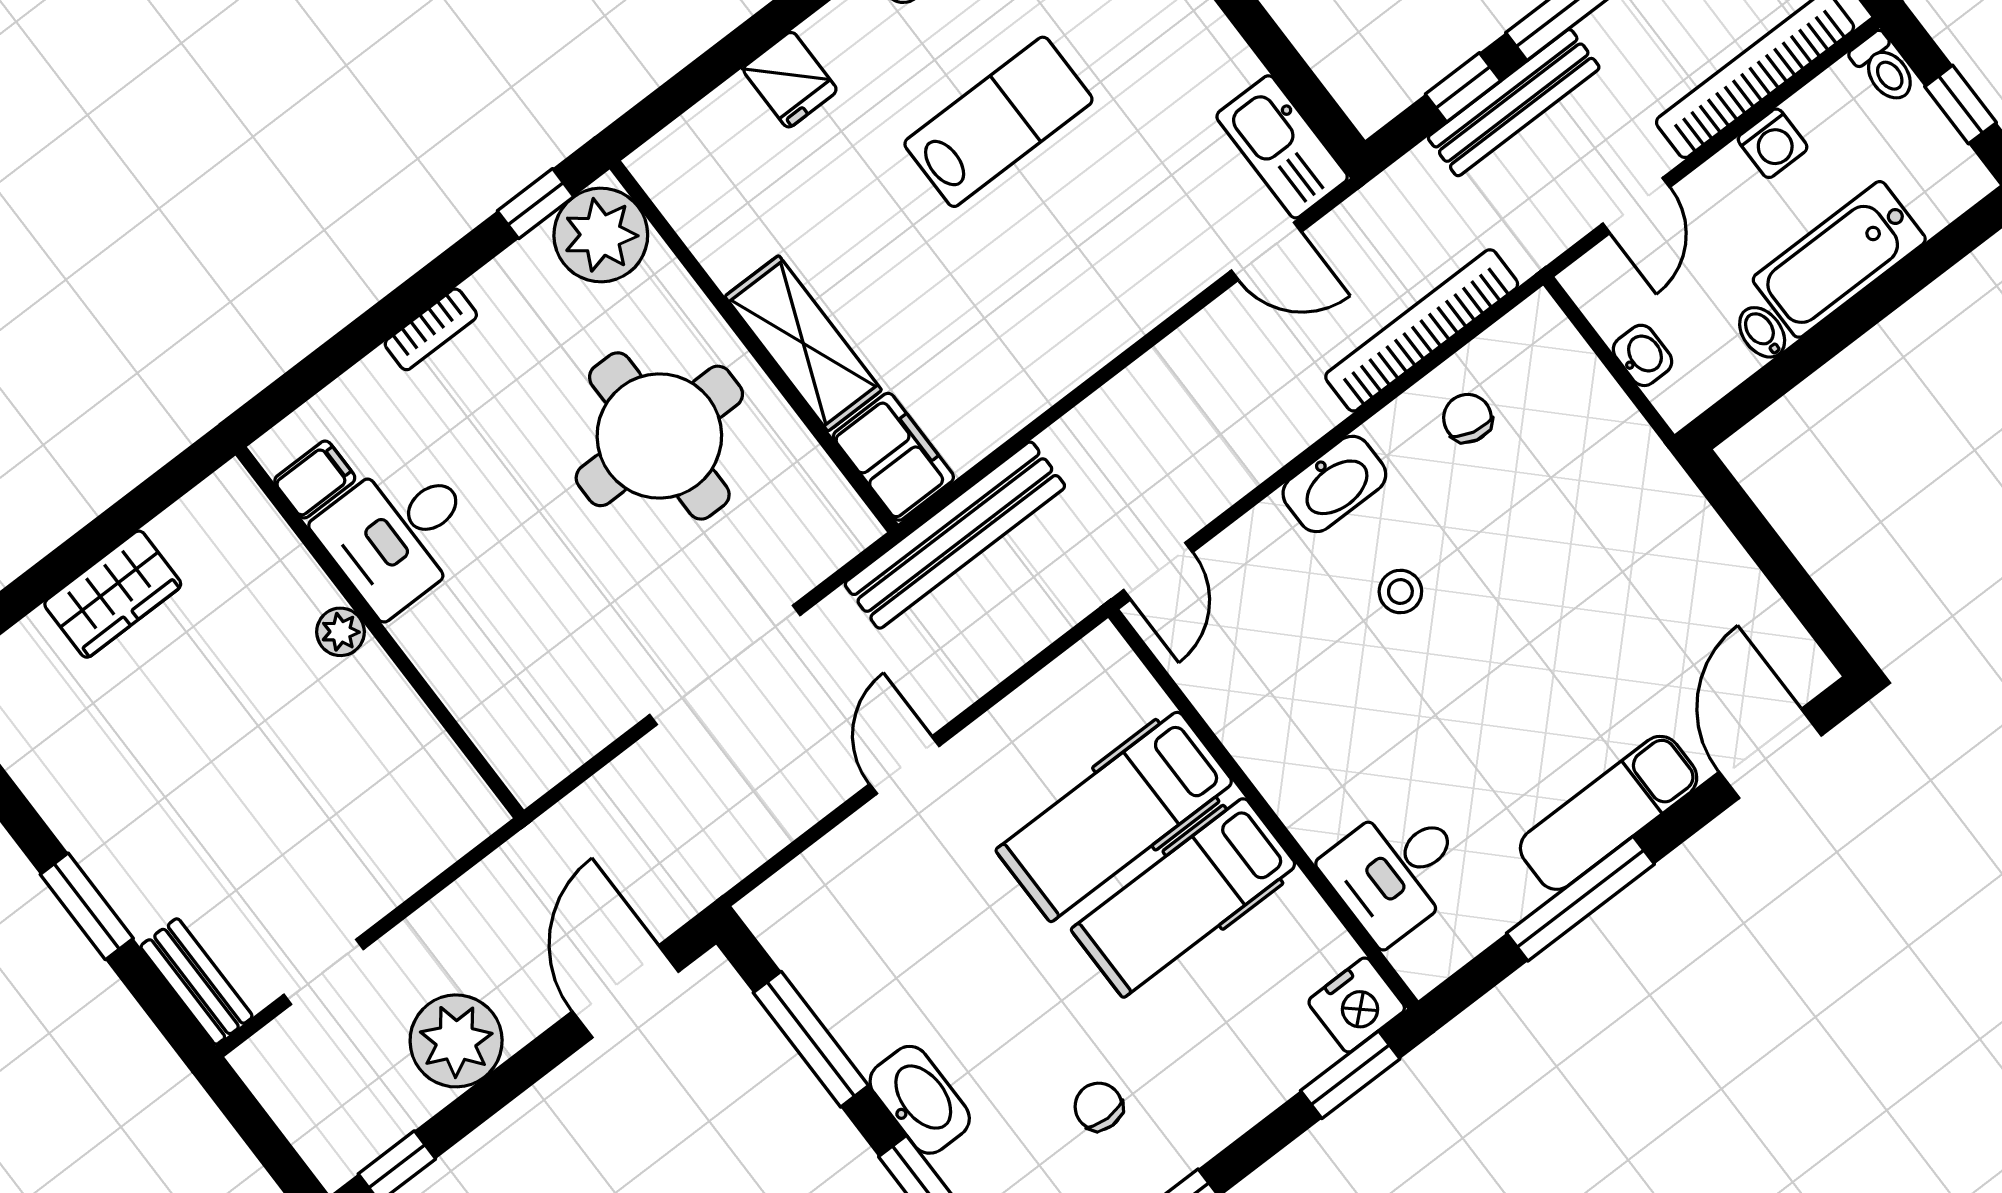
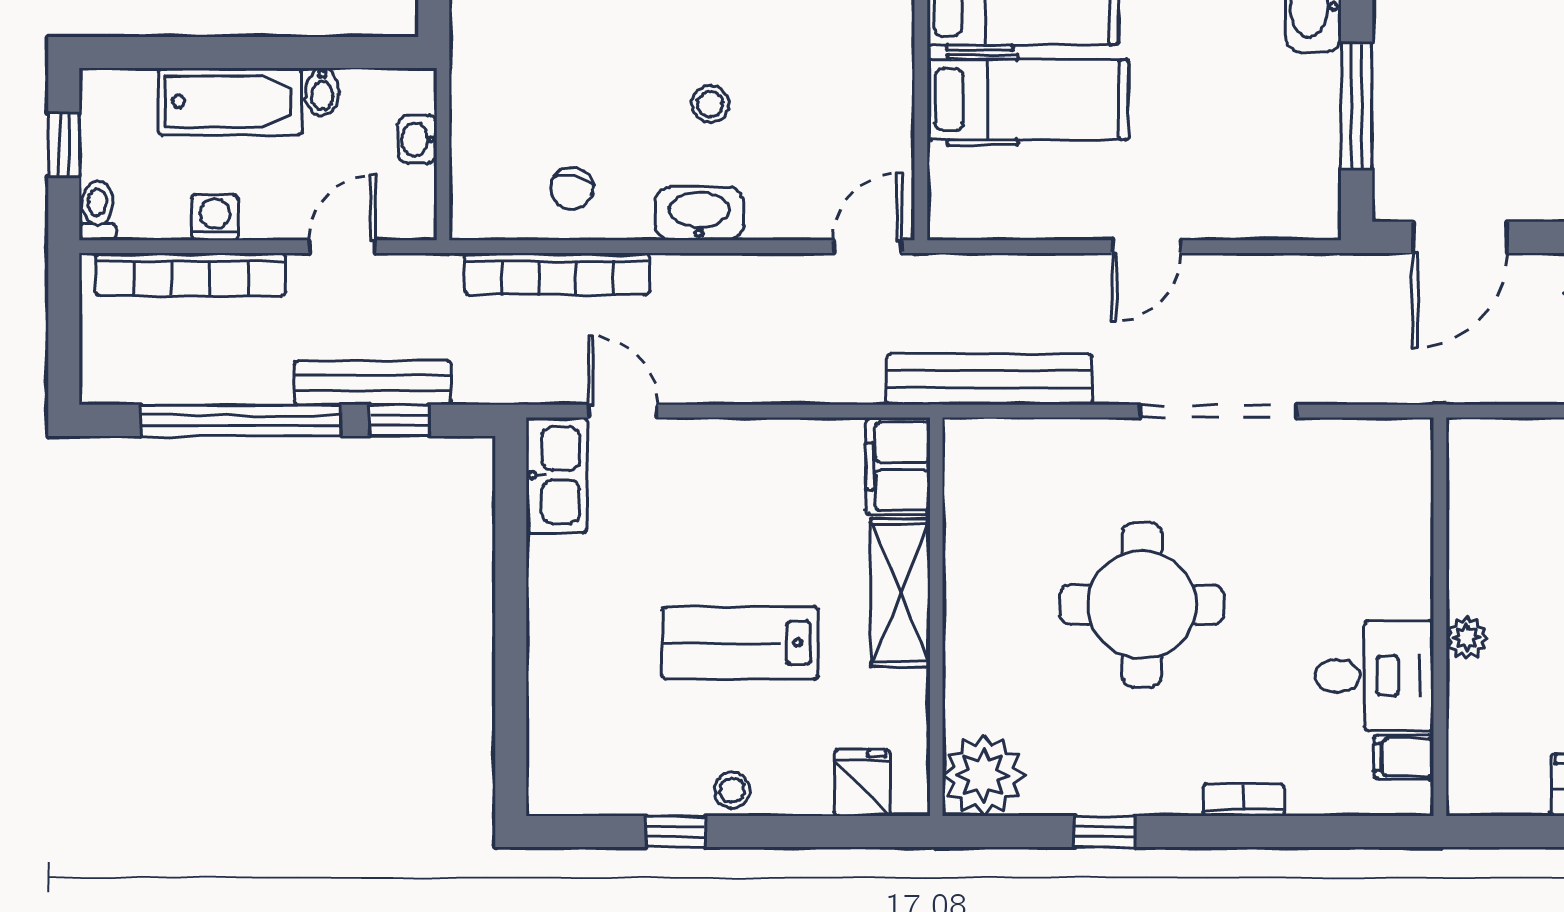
plant: (601, 235) -> (983, 775), moved
shelving: (803, 343) -> (900, 593), moved
wall: (754, 346) -> (936, 617), moved
filing cabinet: (893, 457) -> (898, 466), moved

